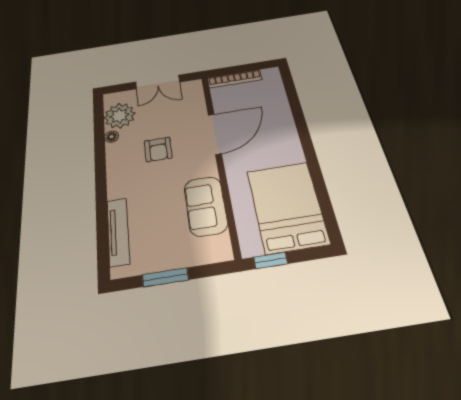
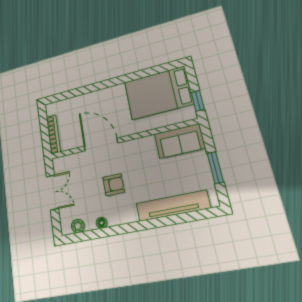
plant: (120, 116) -> (78, 226), width x0.53, depth x0.53
sofa: (206, 206) -> (180, 141), moved
tv unit: (118, 232) -> (173, 206), width x1.36, depth x1.29

